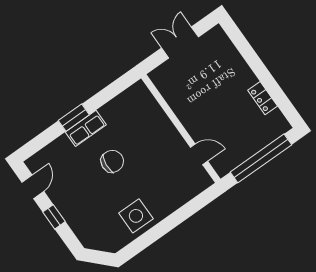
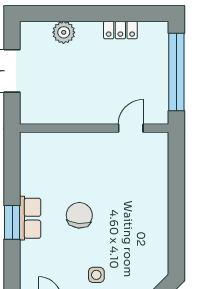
plant: (233, 60) -> (64, 32), added
side table: (136, 216) -> (96, 275), moved, width x0.54, depth x0.54

